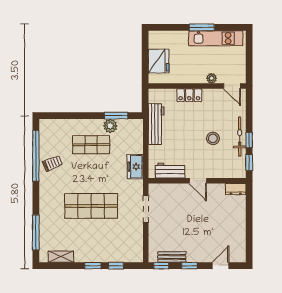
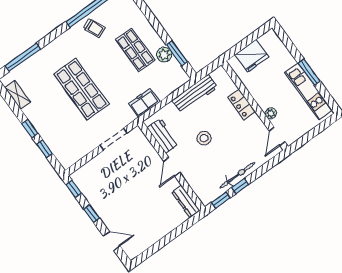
stool: (213, 138) -> (204, 138), moved
dresser: (236, 189) -> (186, 201), width x1.44
bench: (172, 257) -> (88, 193), removed

